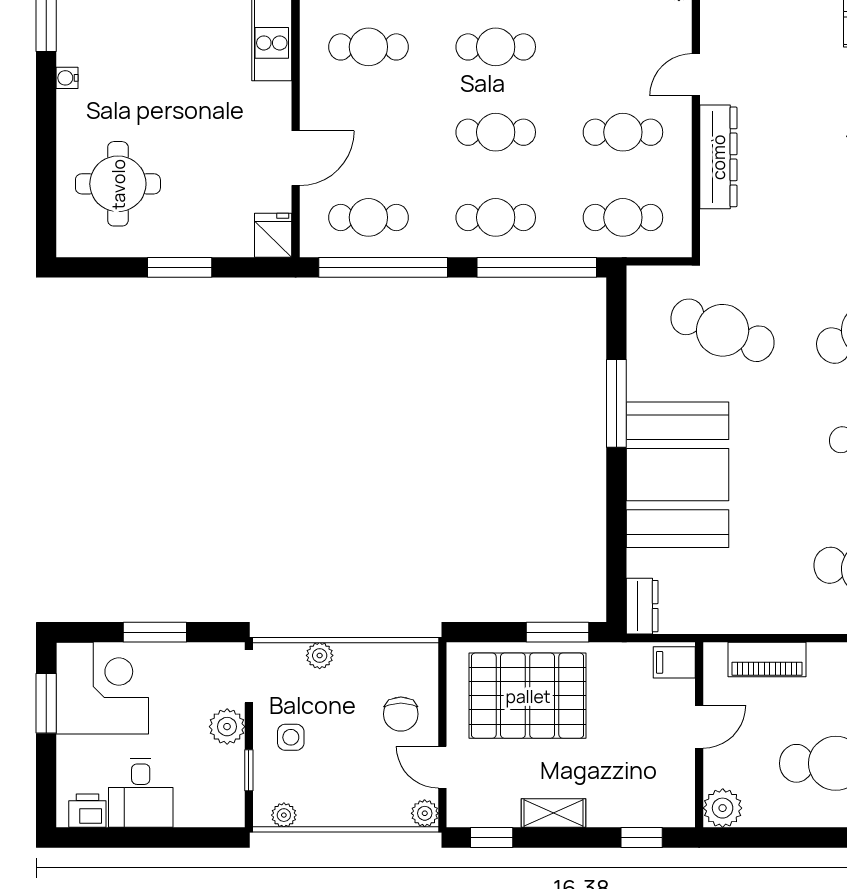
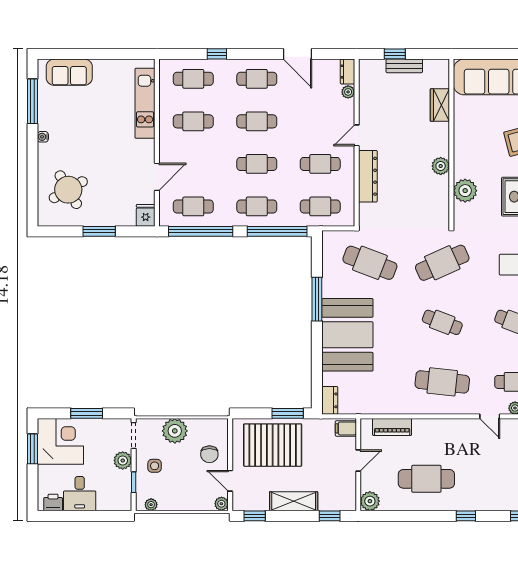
round table: (118, 184) -> (68, 190), turned -30
plant: (320, 655) -> (175, 431), width x1.88, depth x1.88
shelving: (554, 813) -> (294, 501), width x1.50, depth x1.33

